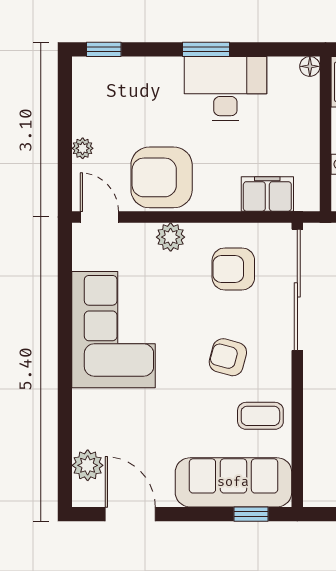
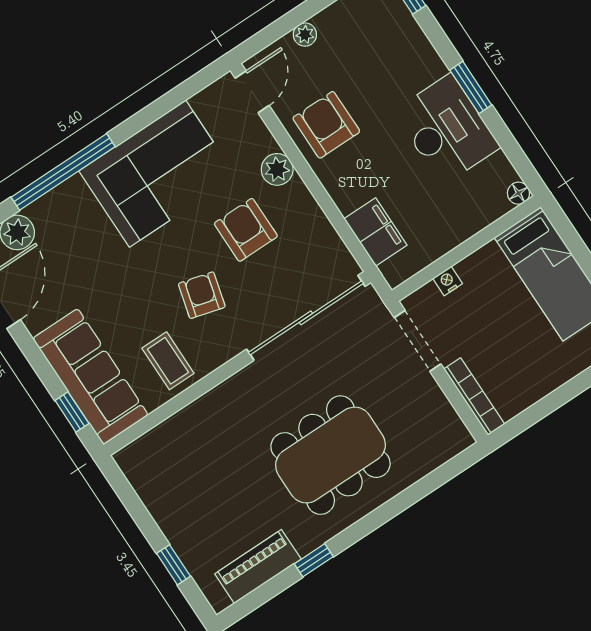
armchair: (162, 177) -> (326, 125), width x0.73, depth x0.73
armchair: (233, 269) -> (246, 230), moved
window: (65, 400) -> (63, 172), added

